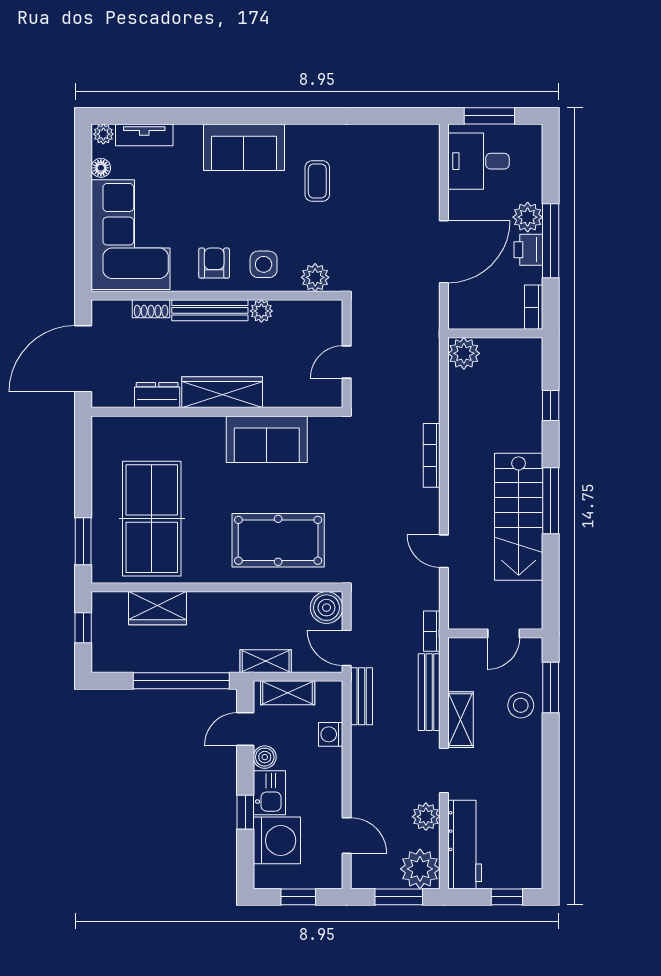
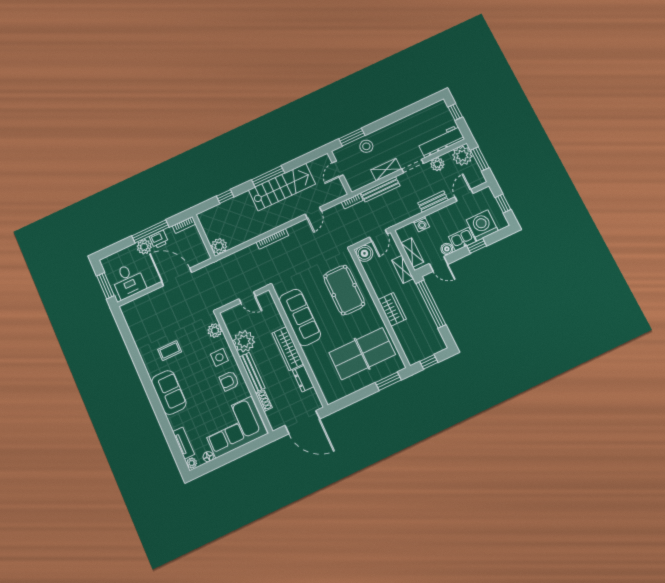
plant: (261, 311) -> (244, 341), width x1.87, depth x1.87
sofa: (267, 439) -> (300, 317), width x1.36
wardrobe: (158, 608) -> (392, 309), moved
door: (504, 633) -> (338, 169), swing flipped
bench: (362, 696) -> (433, 202), moved

